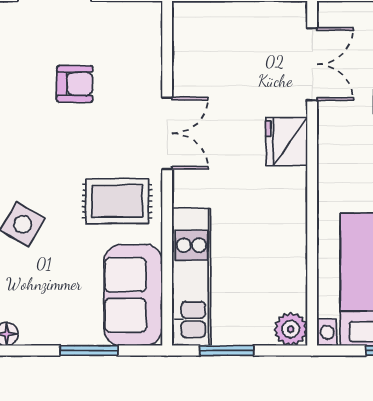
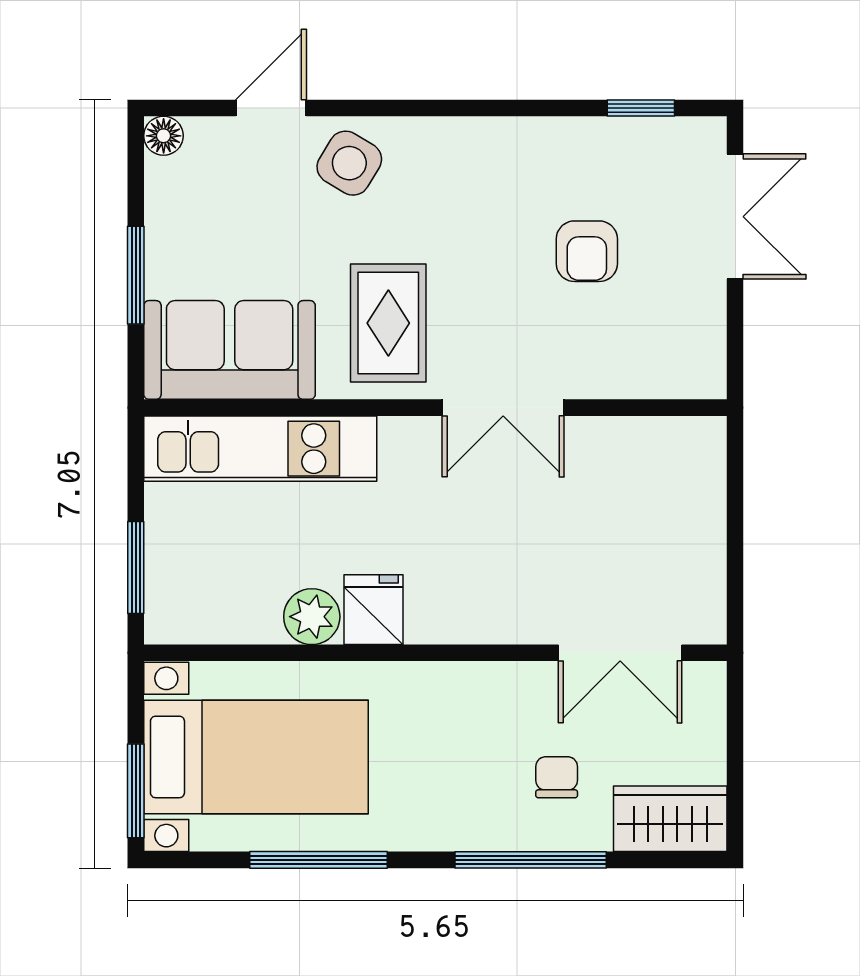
fridge: (287, 142) -> (374, 610), moved, width x0.72
plant: (291, 329) -> (312, 617), moved
window: (227, 350) -> (136, 567), moved

